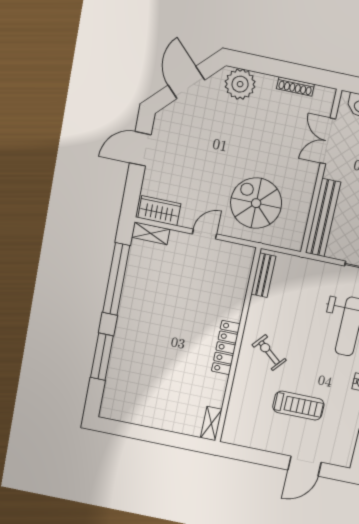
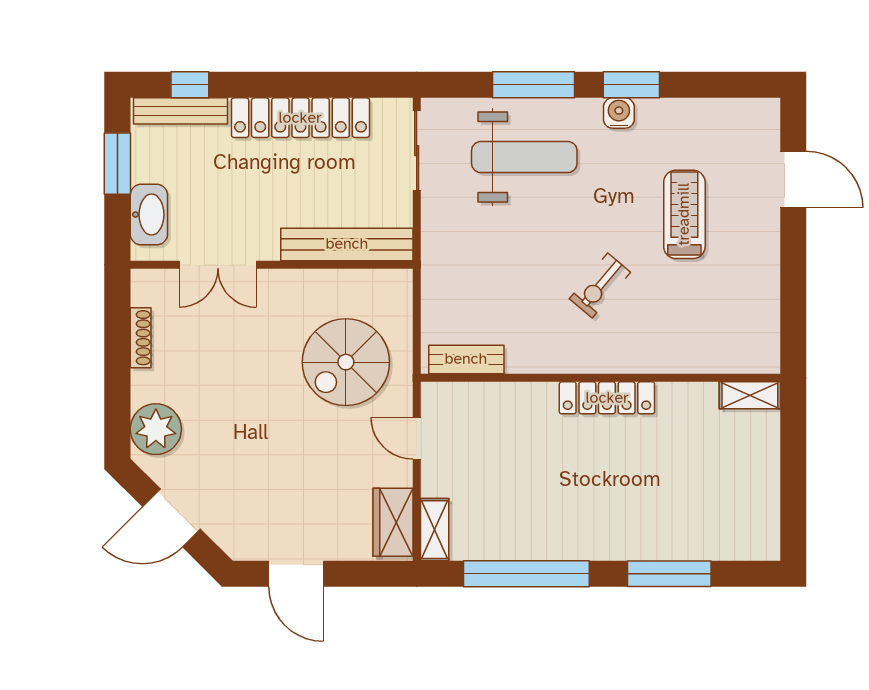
bench: (263, 275) -> (466, 359), moved
wall: (238, 346) -> (600, 378), moved
locker: (226, 348) -> (607, 398), moved
shelving: (211, 424) -> (750, 395), moved

